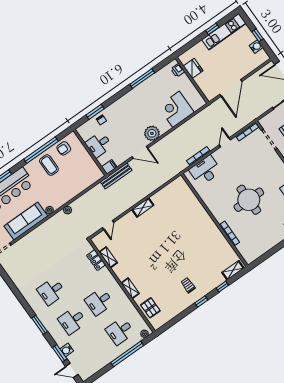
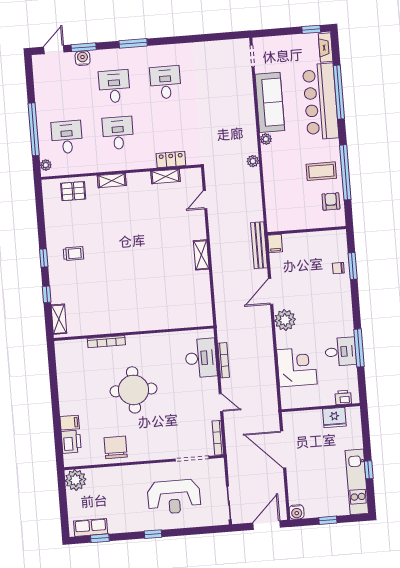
water cooler: (256, 47) -> (297, 512), moved
desk: (99, 145) -> (341, 352), moved, turned 90
door: (108, 225) -> (205, 200), hinge flipped

